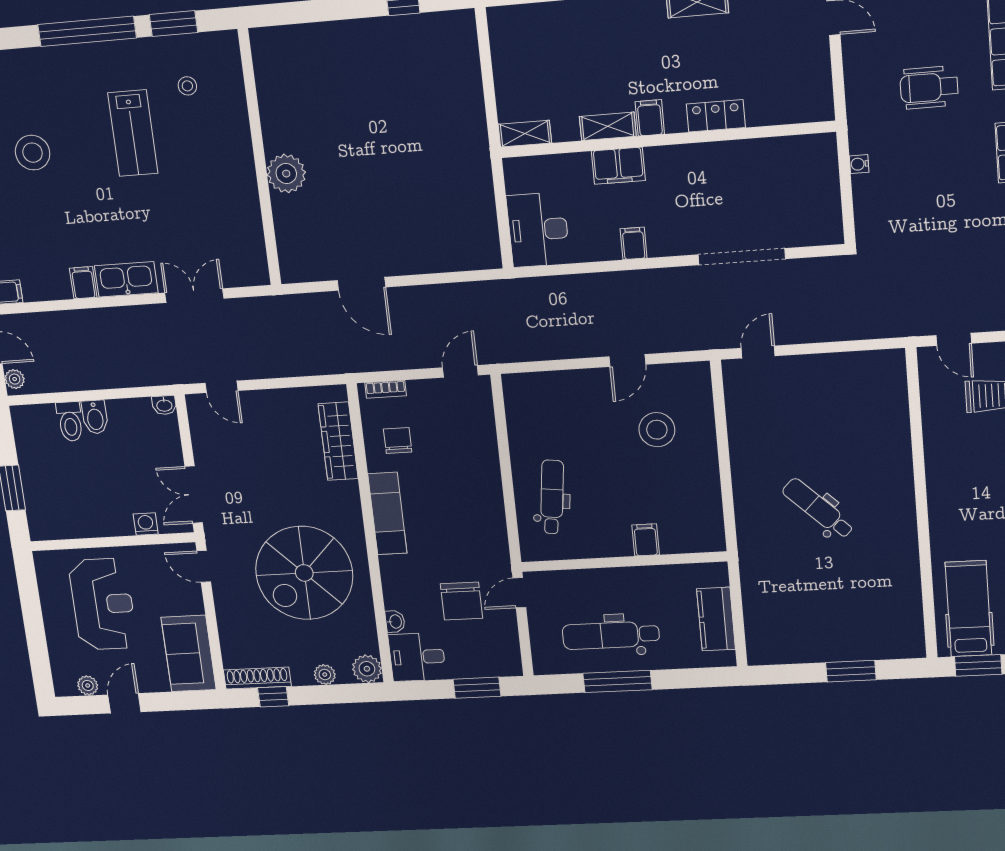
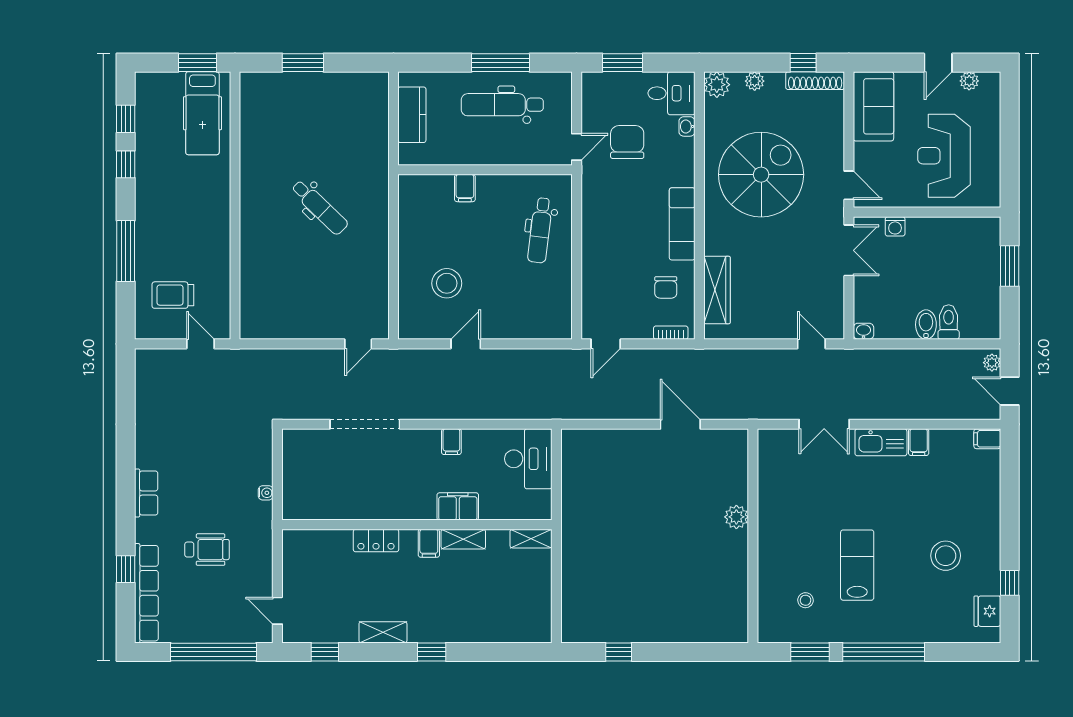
plant: (286, 174) -> (736, 517), width x0.73, depth x0.73
dental chair: (611, 635) -> (502, 105), turned 180

